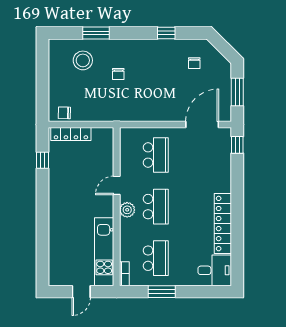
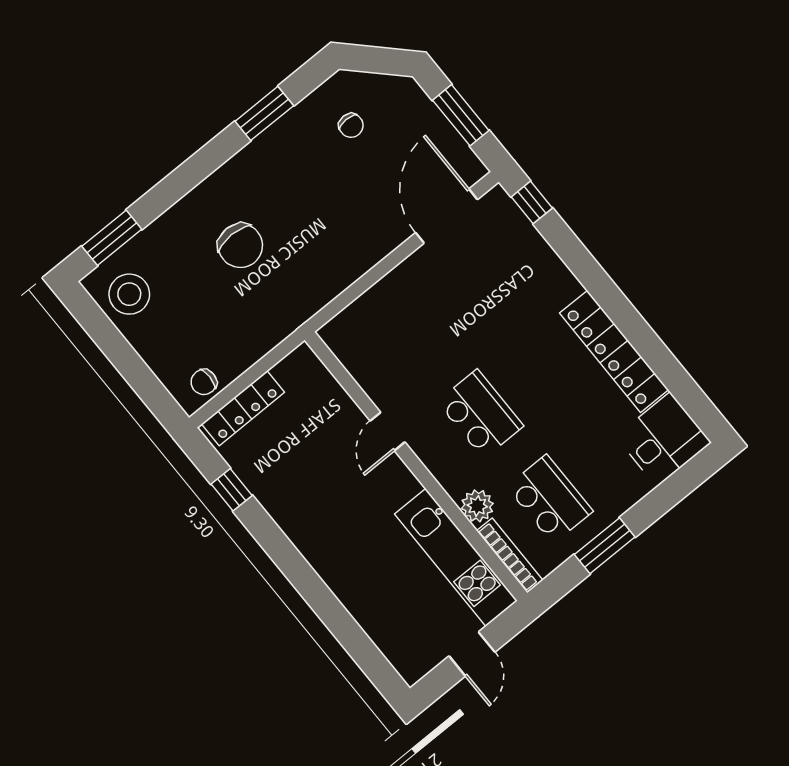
window: (96, 33) -> (112, 238), moved
window: (166, 33) -> (264, 113), width x1.50
stool: (83, 60) -> (129, 294), moved
chair: (118, 74) -> (240, 246), width x1.87, depth x1.87
school desk: (156, 155) -> (411, 329), removed
plant: (127, 210) -> (477, 506), moved
bookcase: (124, 274) -> (510, 555), width x1.56

